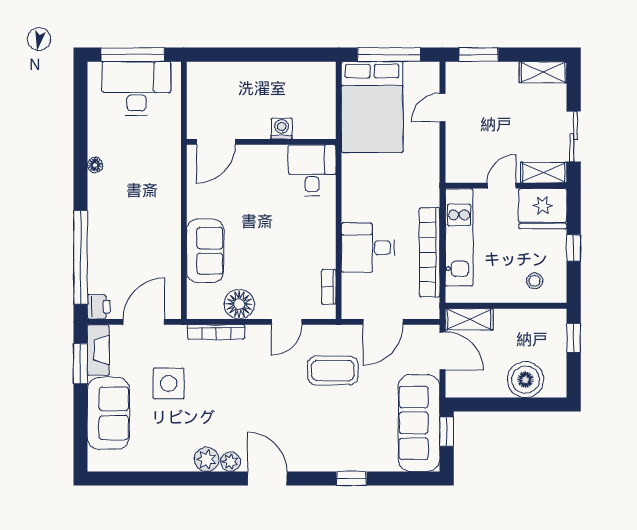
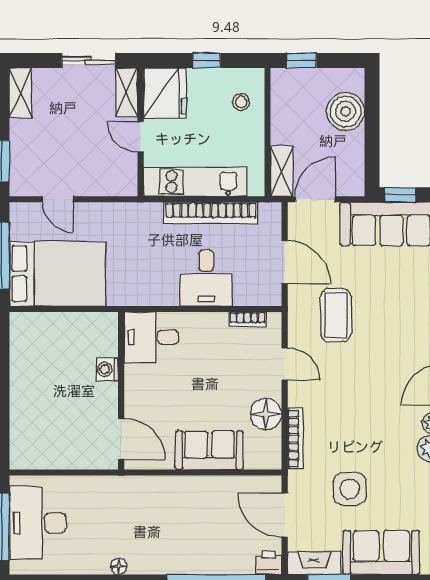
washing machine: (282, 129) -> (107, 369), moved
door: (216, 142) -> (121, 439), moved
wall: (261, 142) -> (121, 391), moved
desk: (312, 170) -> (151, 337), moved

